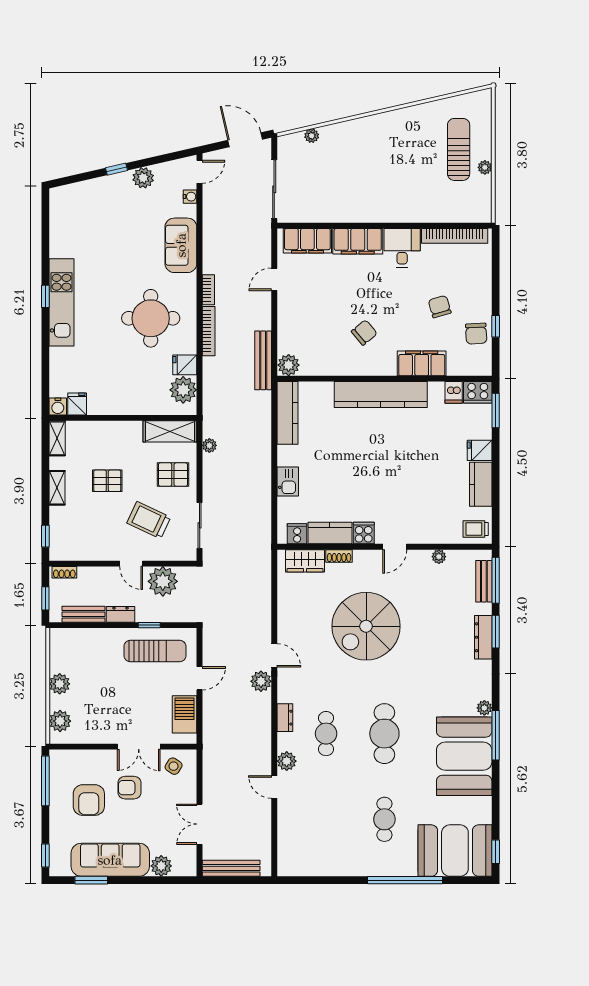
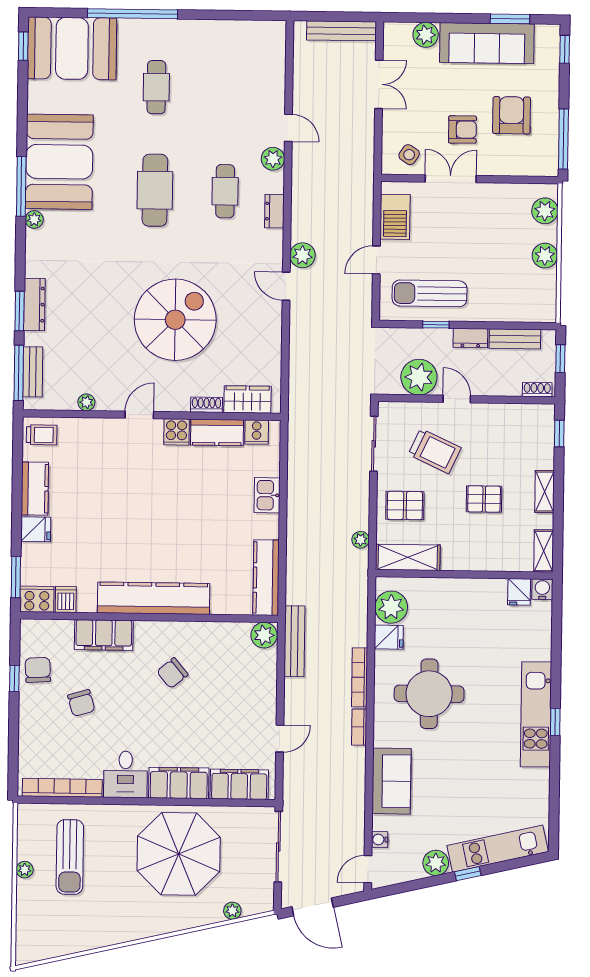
sun lounger: (459, 149) -> (70, 857), moved
parasol: (357, 182) -> (179, 854), added
kitchen unit: (92, 190) -> (498, 849), added

